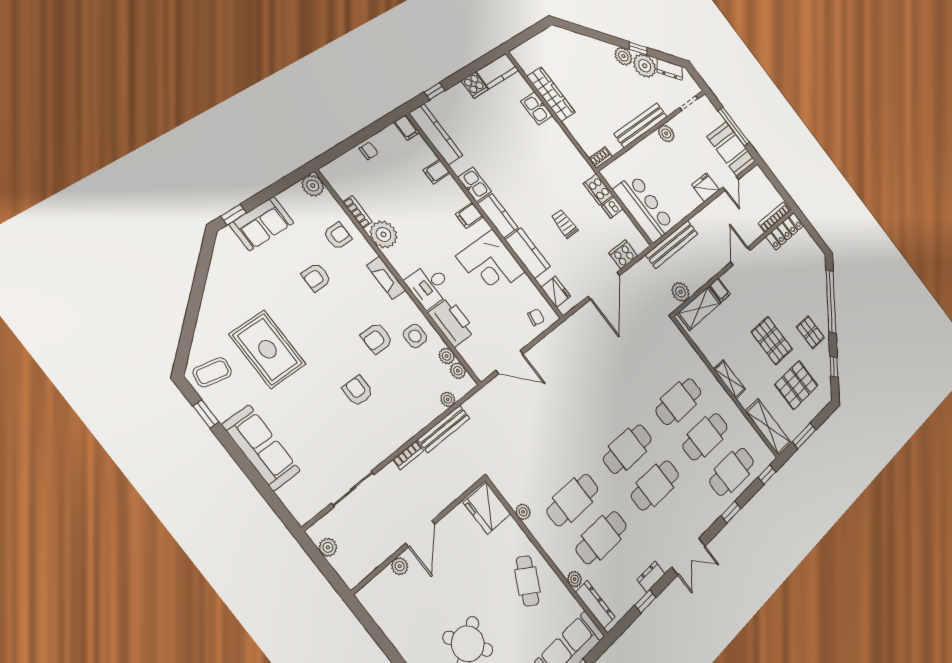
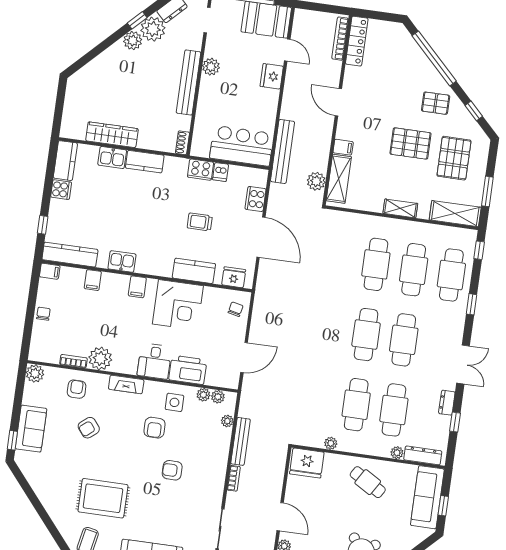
kitchen counter: (498, 216) -> (145, 162), moved, turned 180
armchair: (316, 277) -> (89, 428), turned 51

